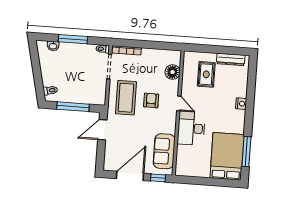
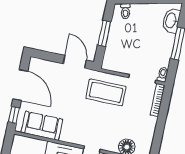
washbasin: (53, 46) -> (171, 20), width x1.91, depth x1.45
armchair: (151, 100) -> (99, 119), removed
window: (73, 107) -> (104, 33), width x0.69

